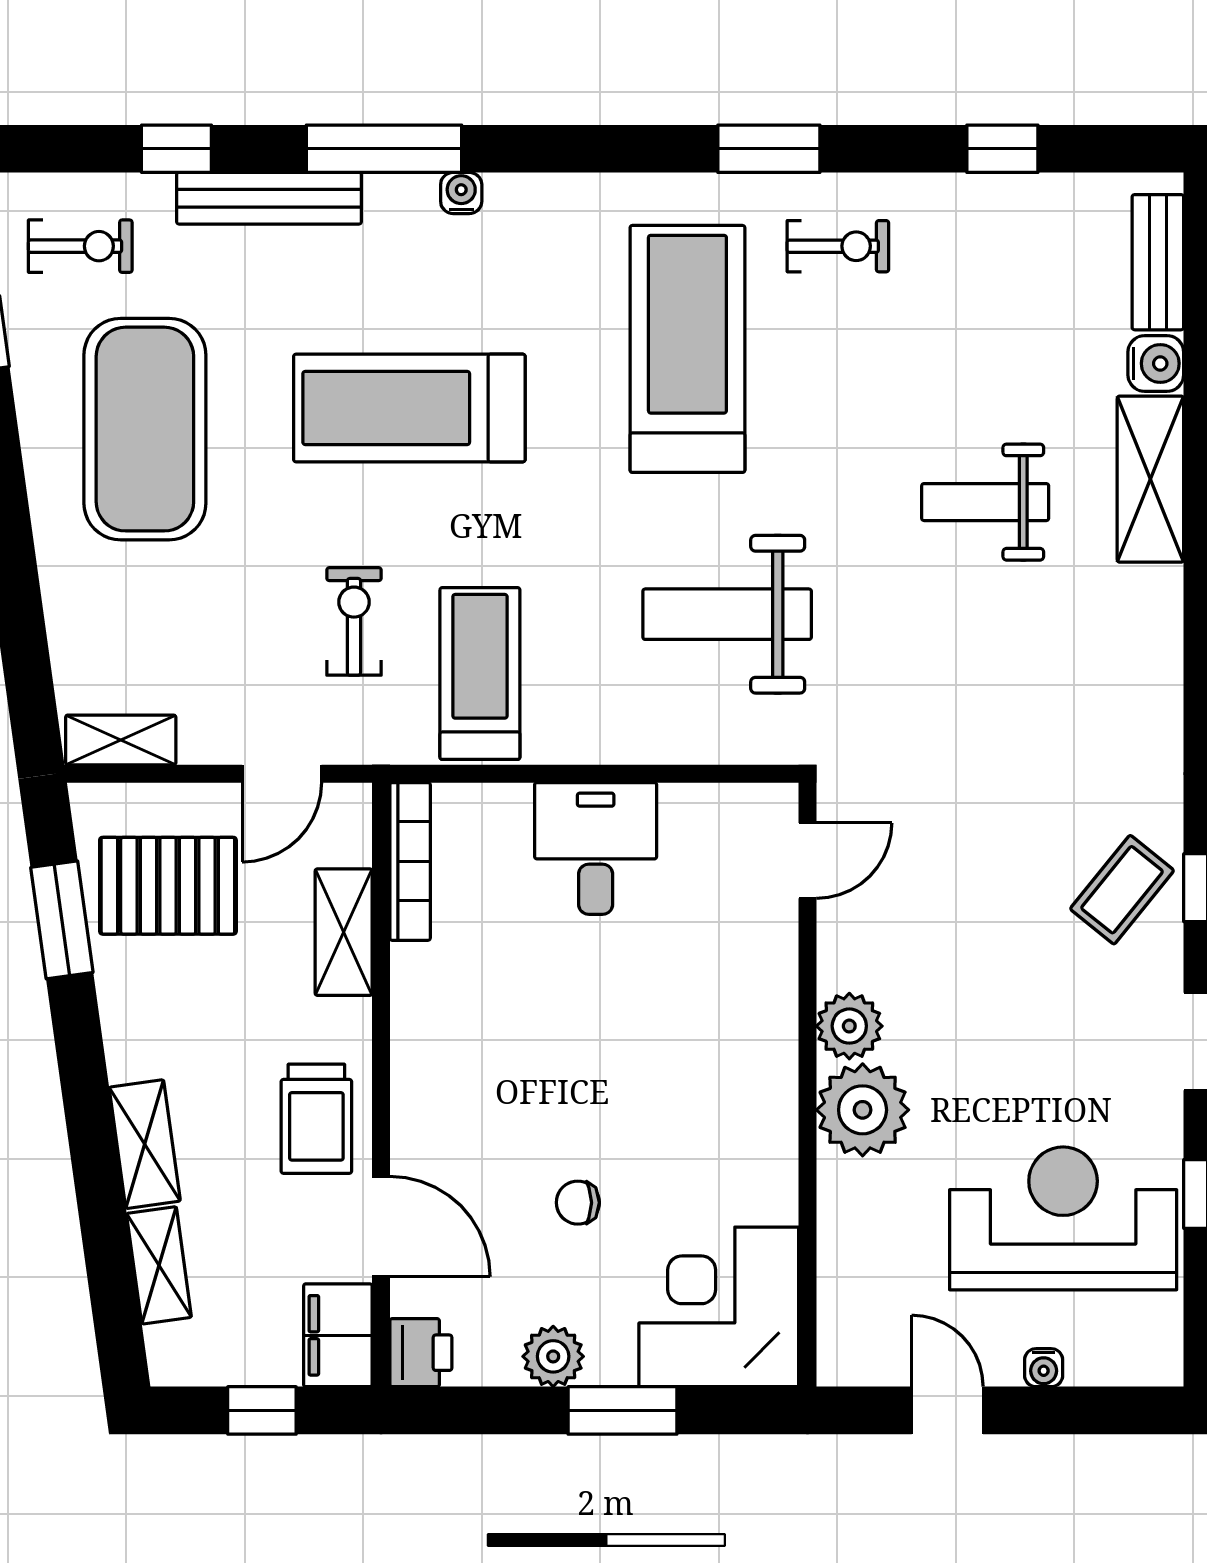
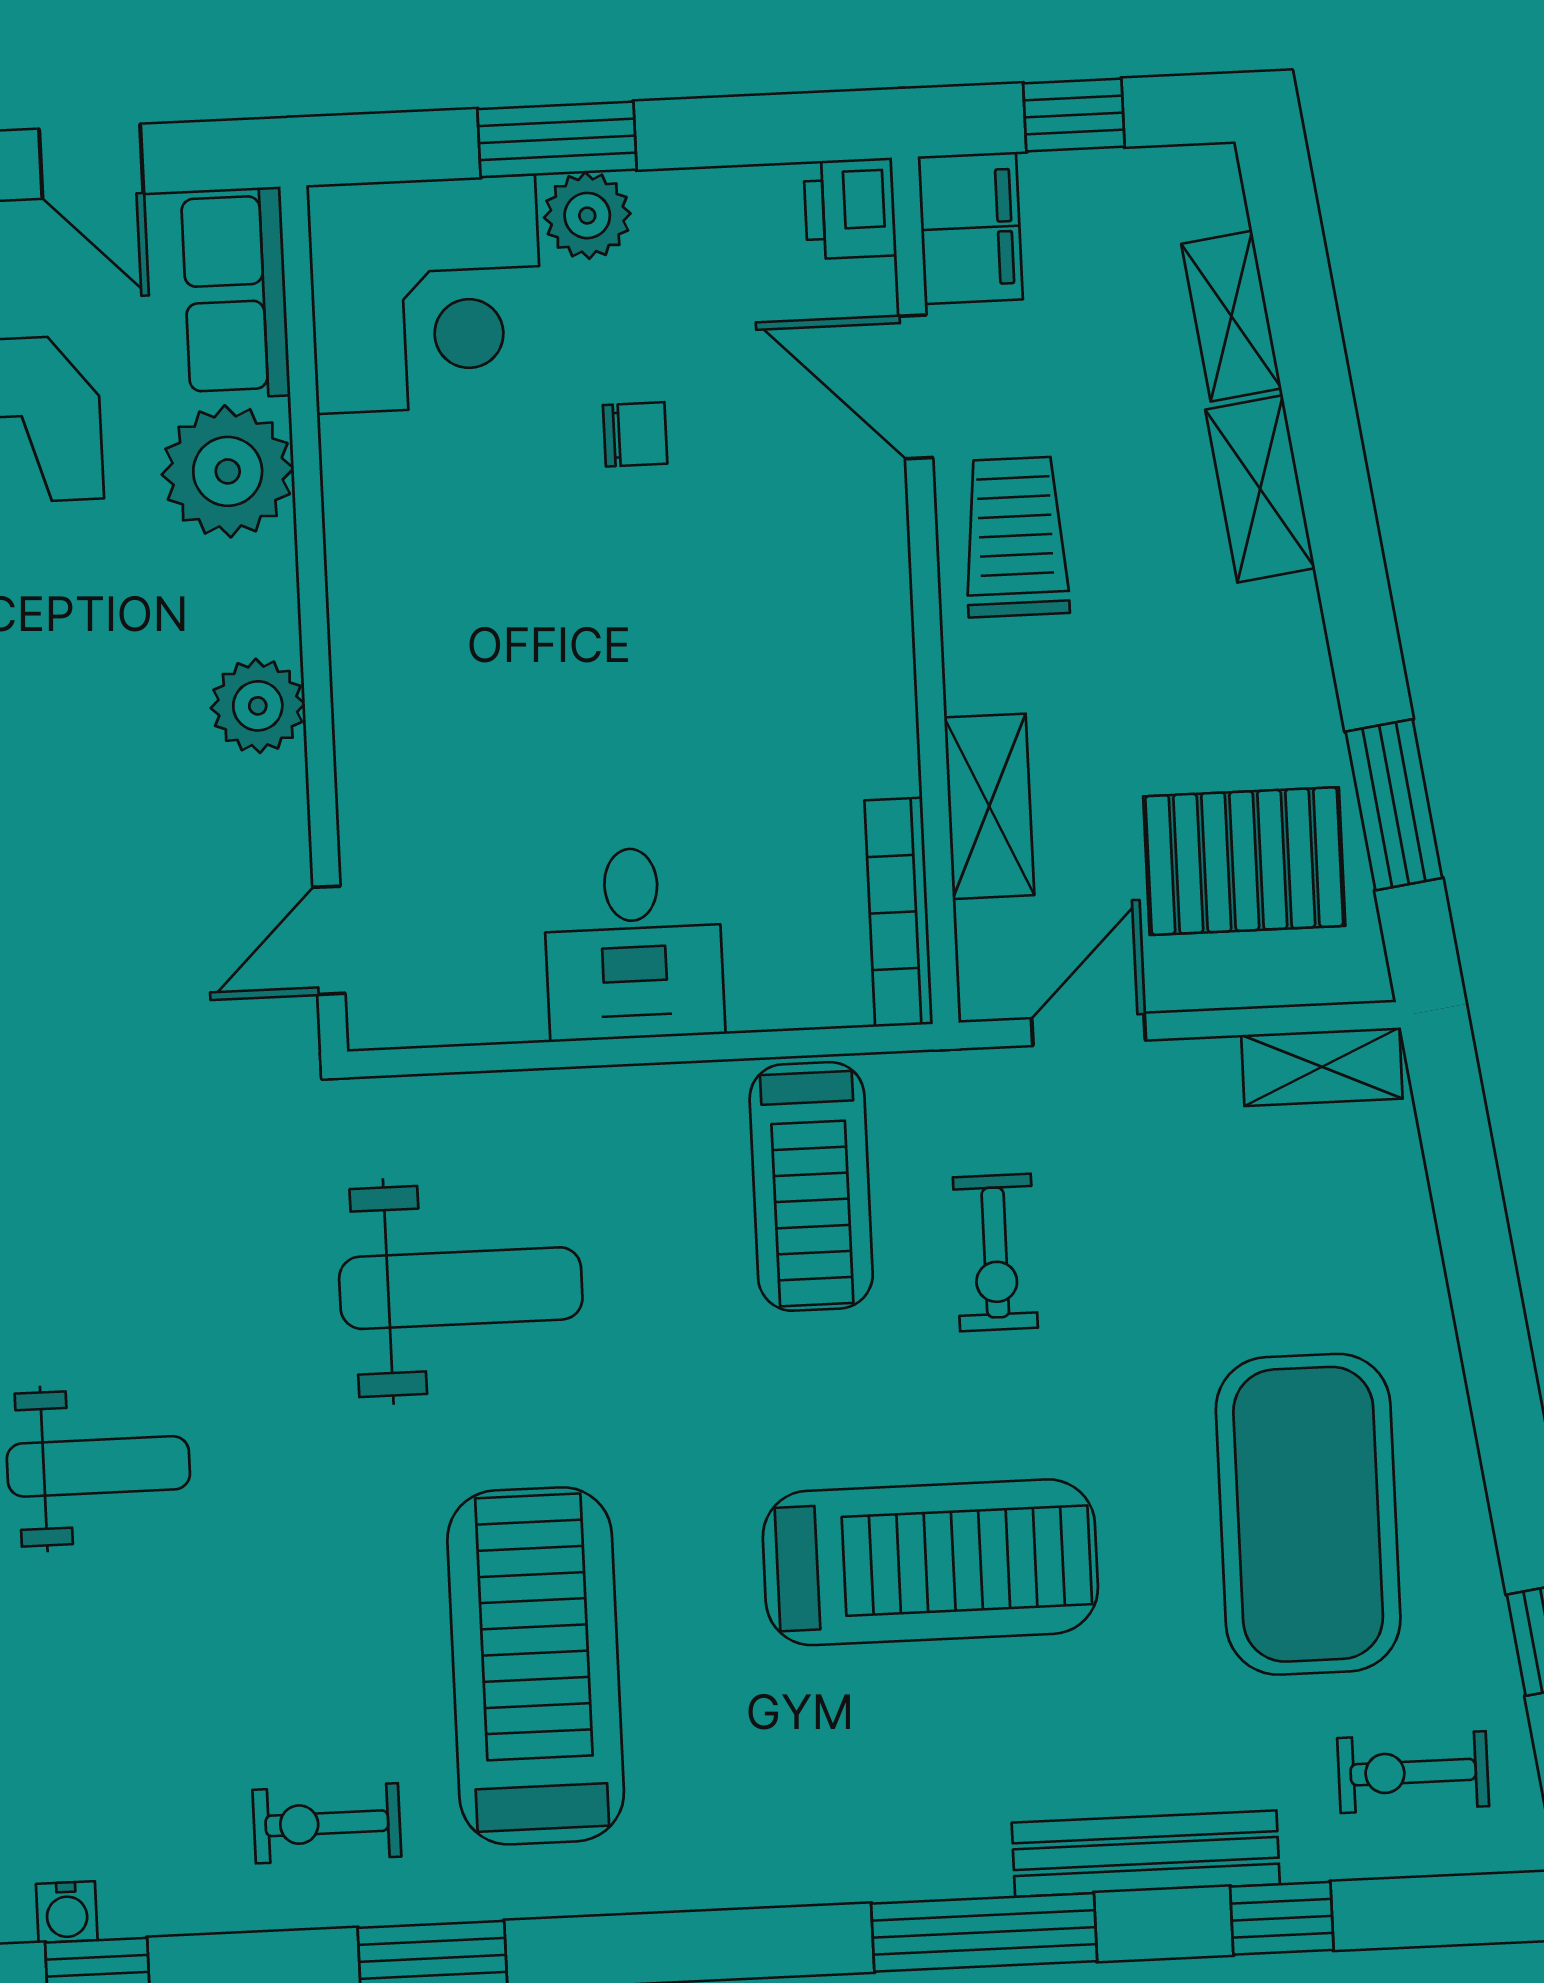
water cooler: (461, 193) -> (67, 1912), moved
treadmill: (687, 349) -> (536, 1666), turned 180
plant: (863, 1110) -> (228, 471), moved
row of seats: (851, 1314) -> (236, 293), added
plant: (553, 1356) -> (587, 216), moved

